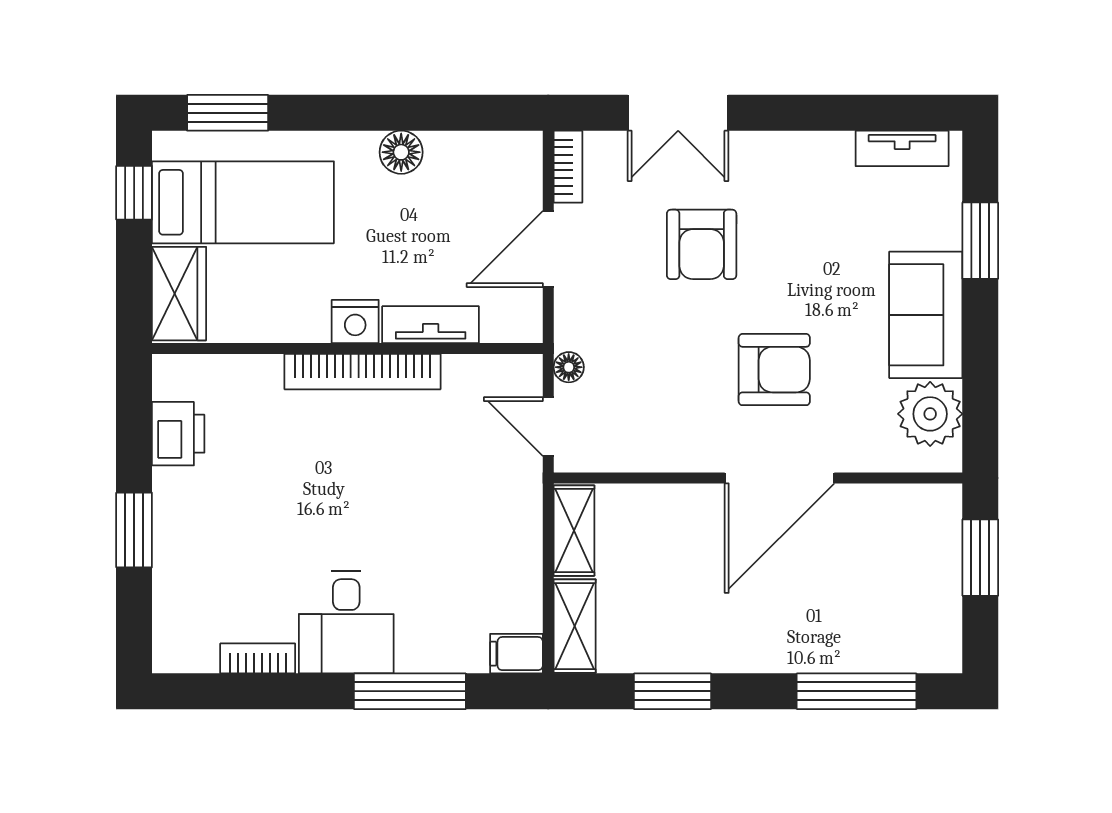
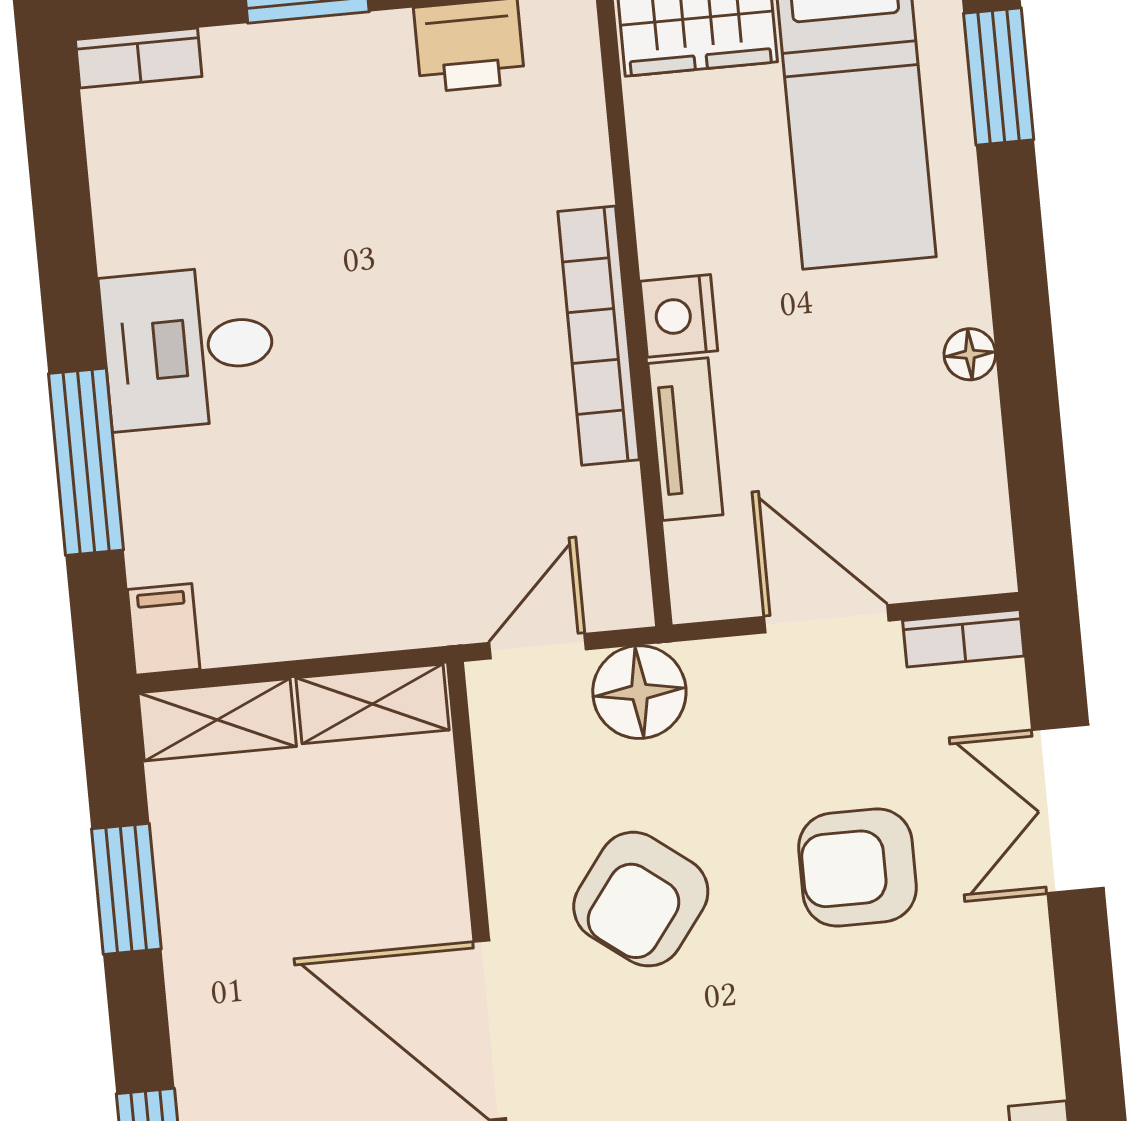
floor lamp: (401, 152) -> (970, 354), width x0.73, depth x0.73
floor lamp: (569, 367) -> (639, 692), width x1.89, depth x1.89
armchair: (774, 370) -> (641, 899), moved, turned 37
bookcase: (258, 658) -> (139, 58), moved, turned 90

